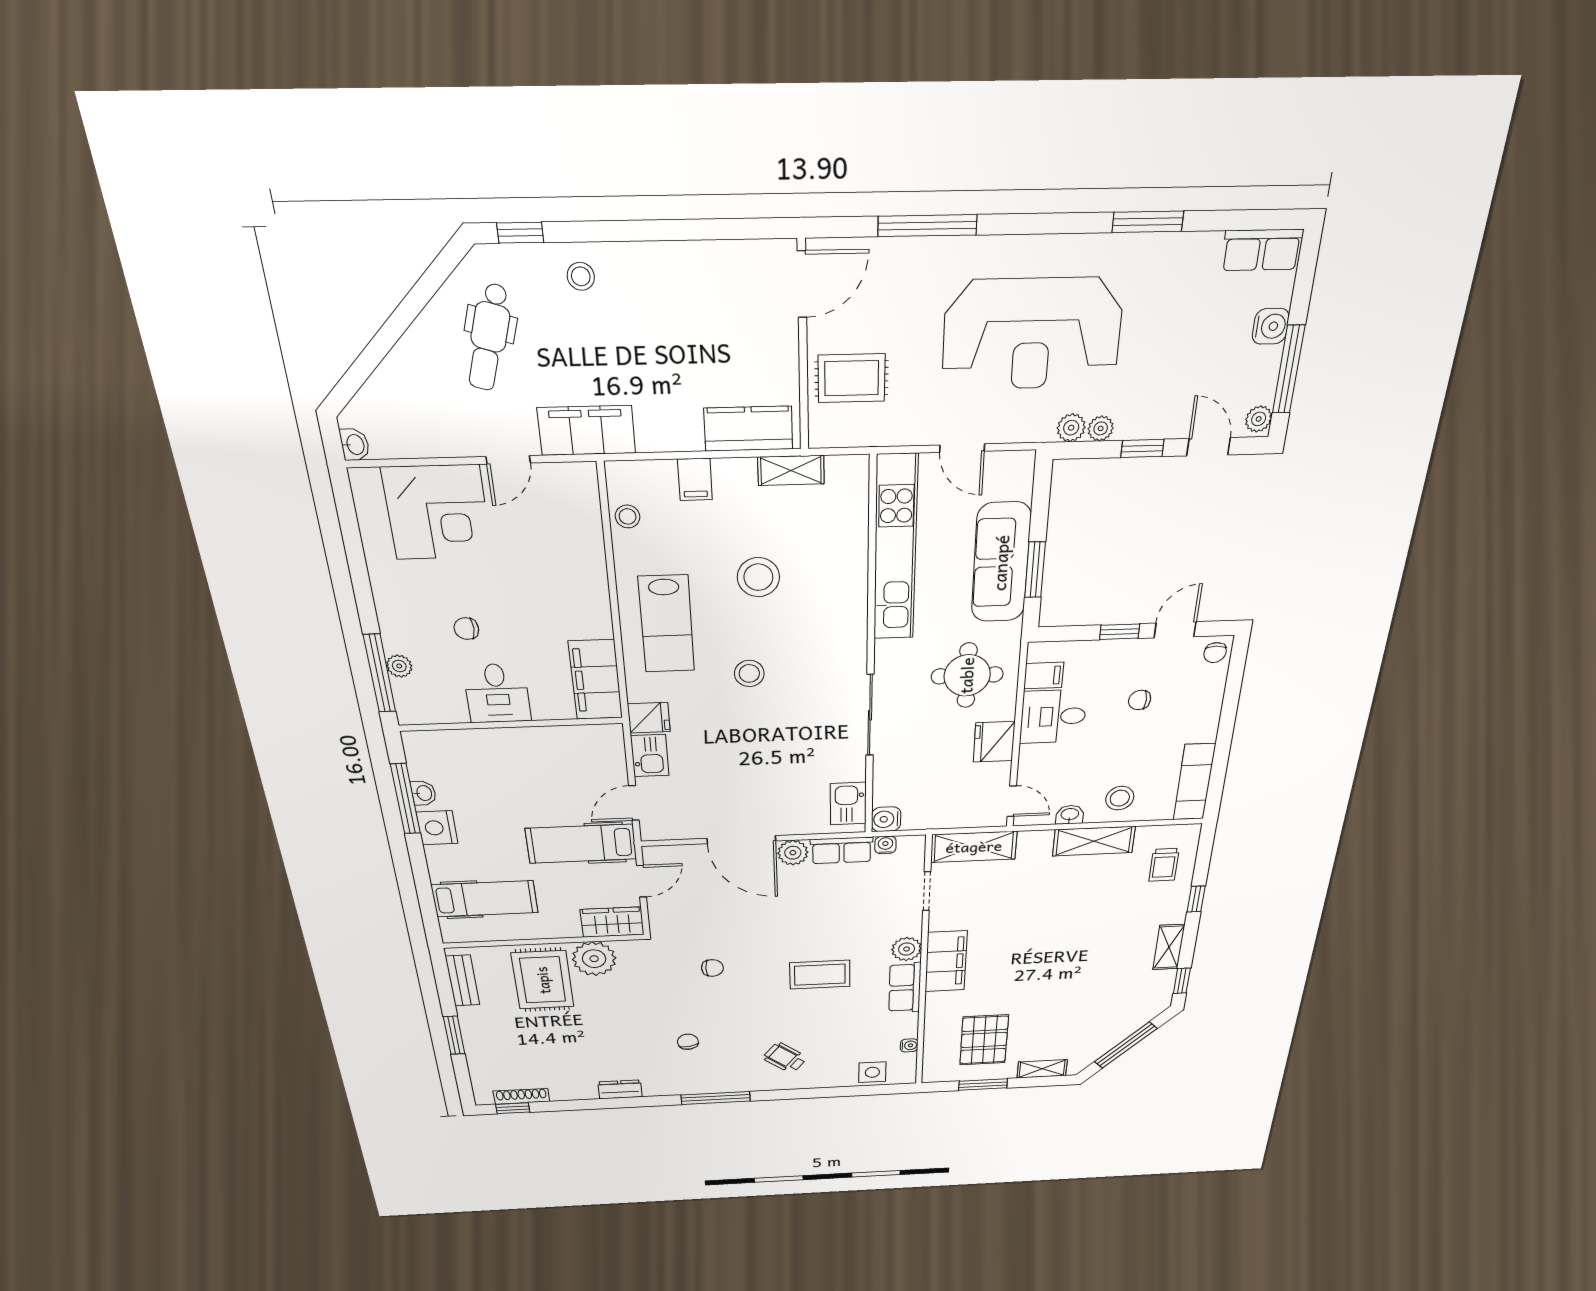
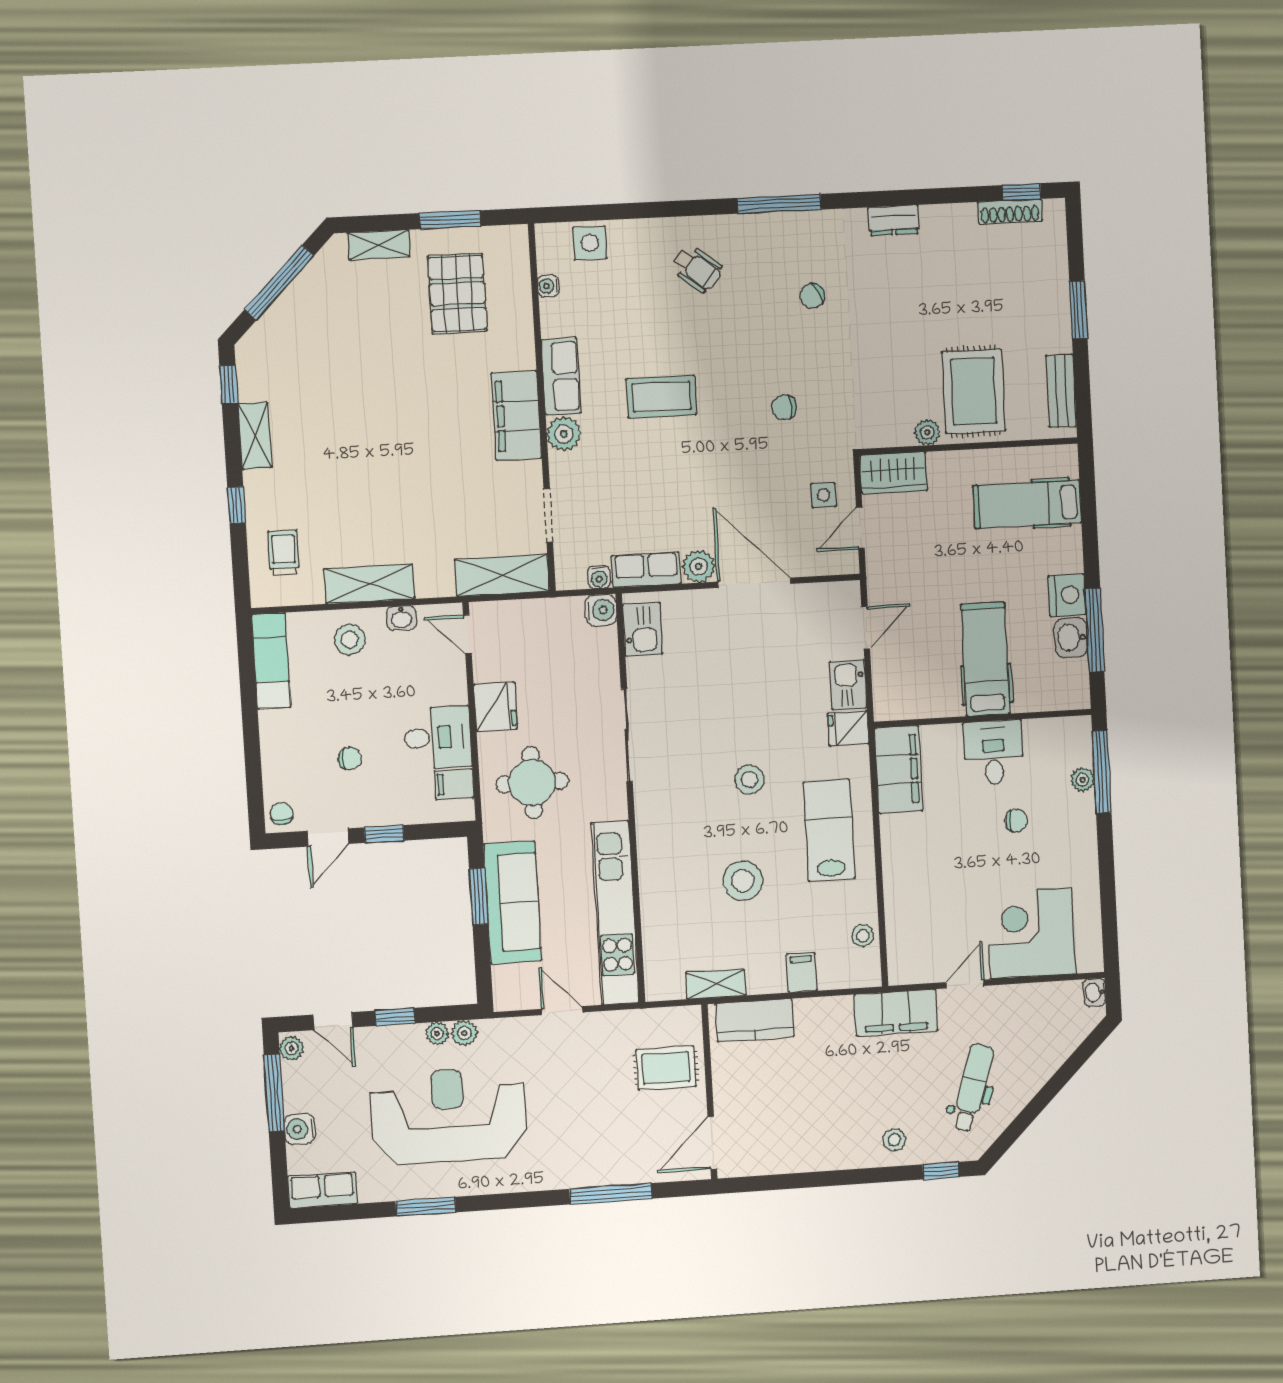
reception desk: (1032, 334) -> (449, 1116), moved
washbasin: (424, 793) -> (1071, 637), width x1.38, depth x1.45
hospital bed: (581, 844) -> (985, 659), moved, turned -90
side table: (676, 906) -> (823, 495), added
plant: (594, 959) -> (927, 432), width x0.53, depth x0.53
chair: (688, 1042) -> (812, 296), turned 75

